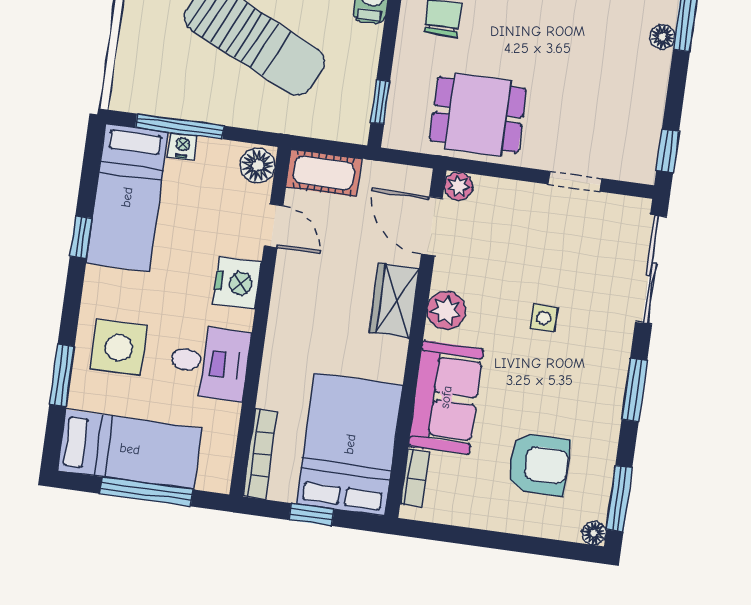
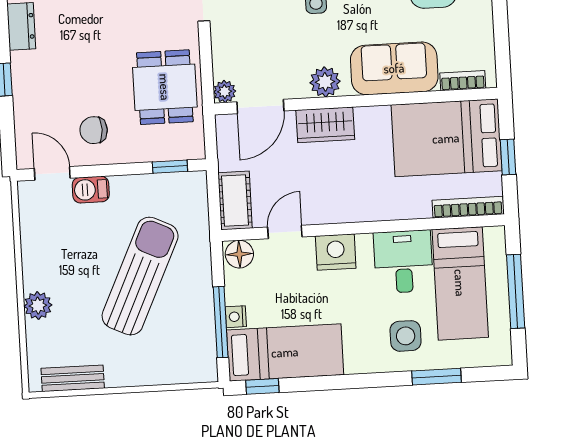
window: (81, 237) -> (262, 386), moved
side table: (119, 348) -> (406, 336), width x0.73, depth x0.73
bed: (130, 449) -> (460, 283), moved, turned 180

